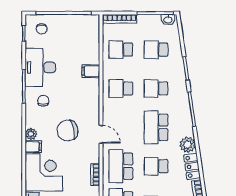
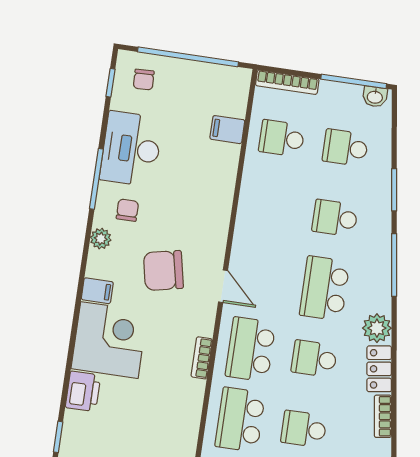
filing cabinet: (91, 71) -> (227, 130), moved
school desk: (121, 88) -> (271, 209), removed
plant: (31, 134) -> (101, 239), moved

